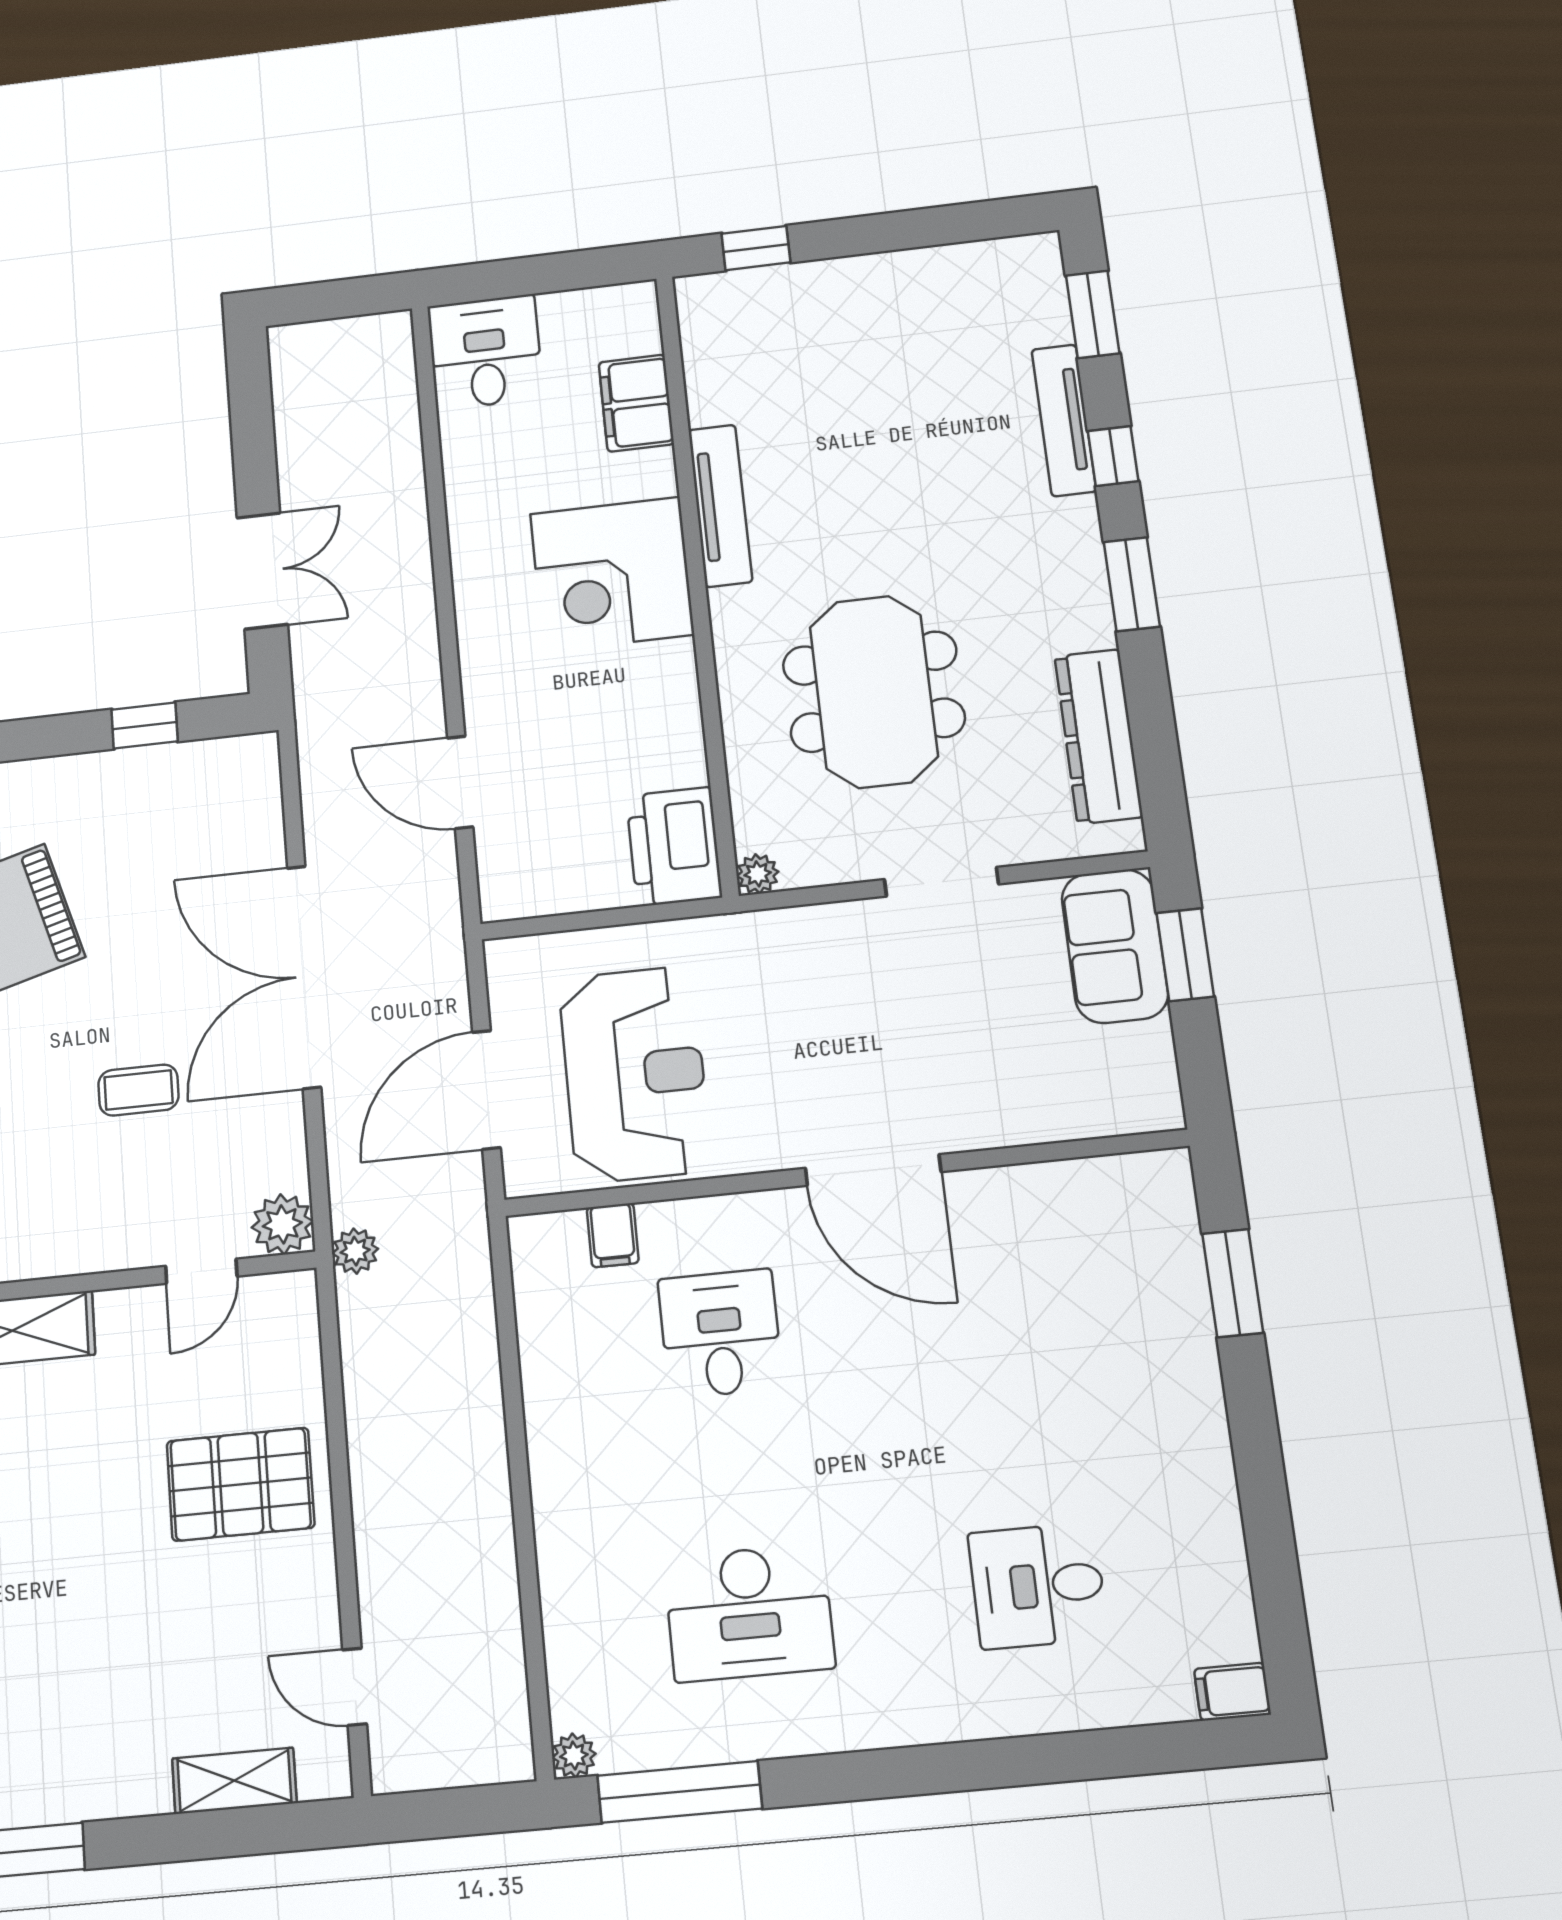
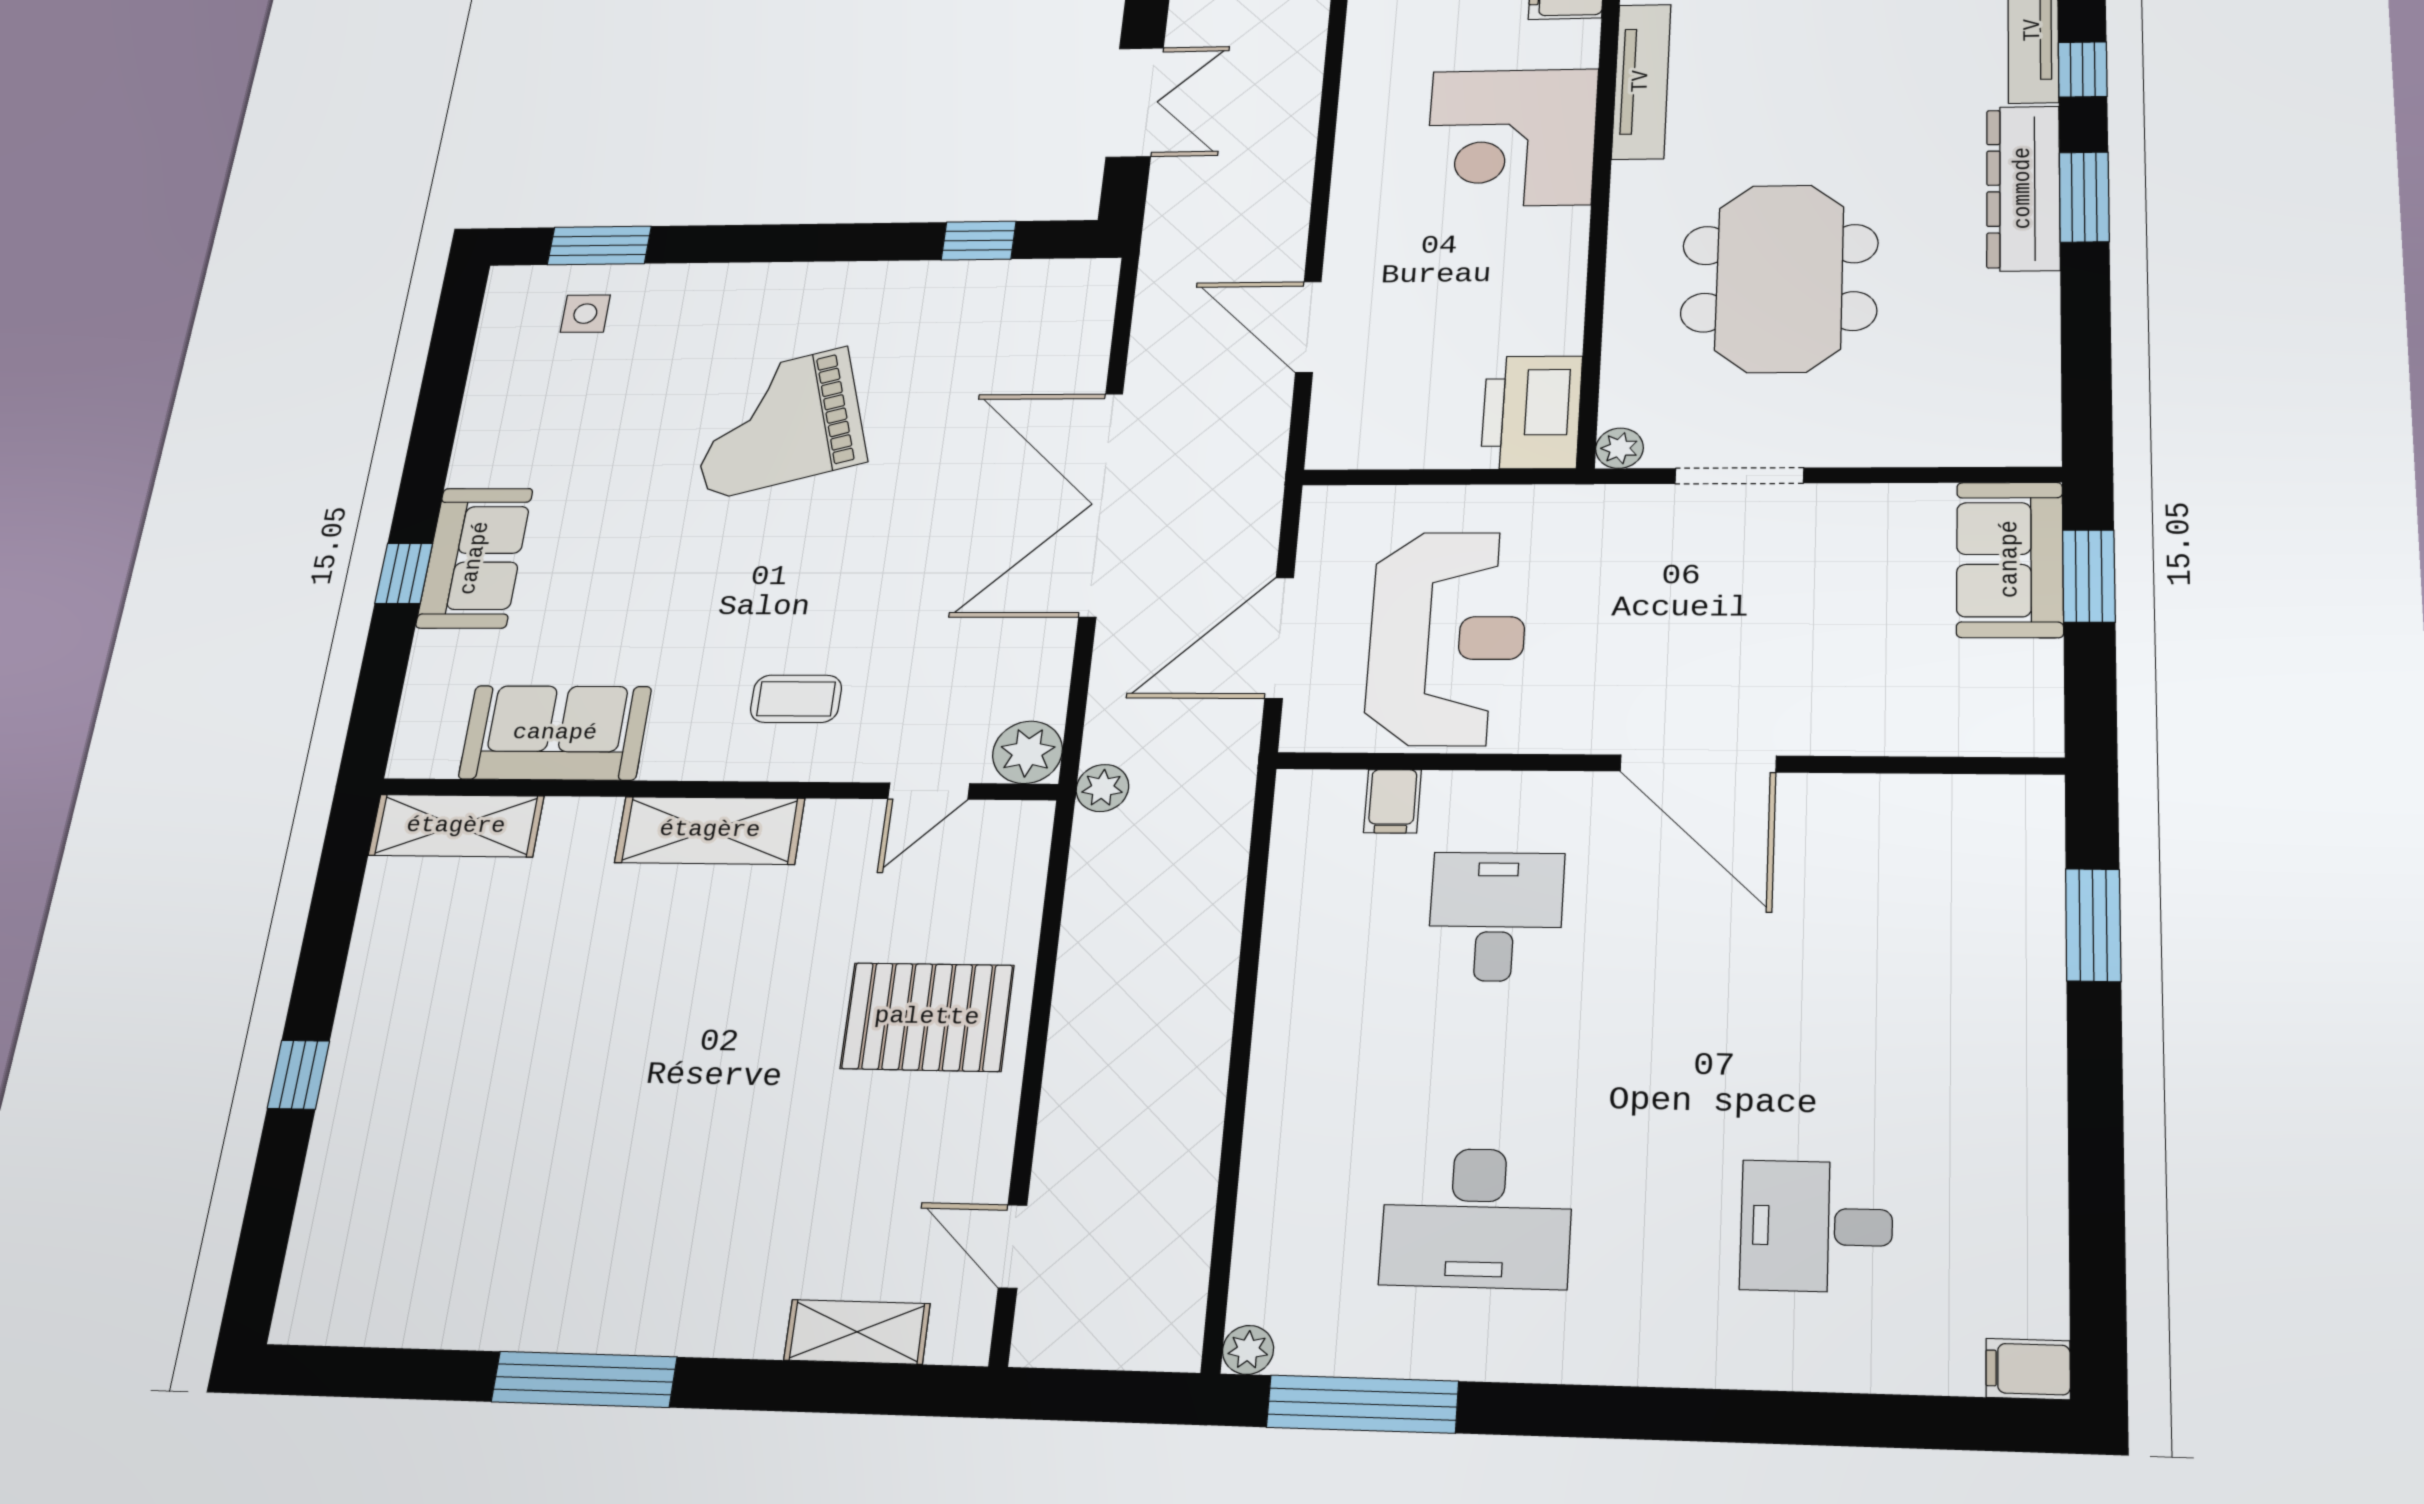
dresser: (1098, 736) -> (2023, 188), moved
doorway: (941, 882) -> (1739, 476), moved
coffee table: (138, 1090) -> (796, 699), moved

